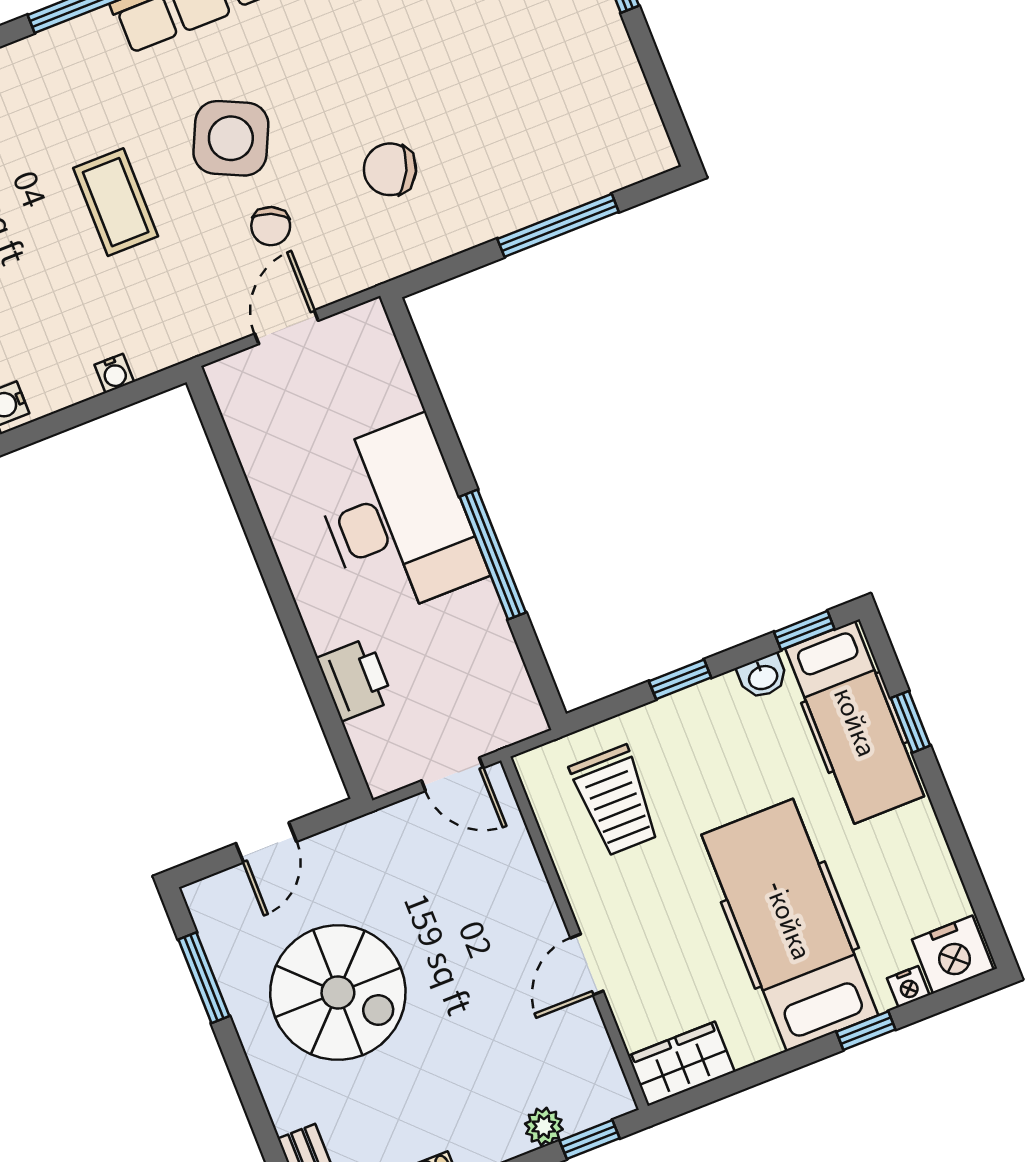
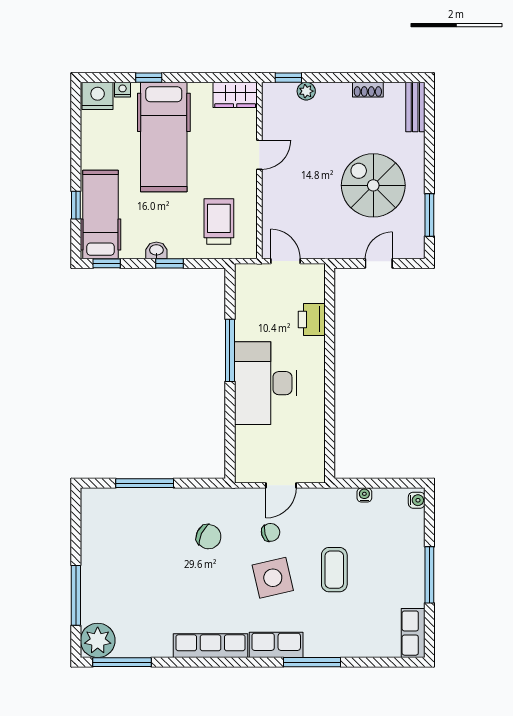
side table: (231, 138) -> (273, 578), turned -38
chair: (271, 226) -> (271, 532), turned 51
washbasin: (763, 677) -> (156, 250), moved

